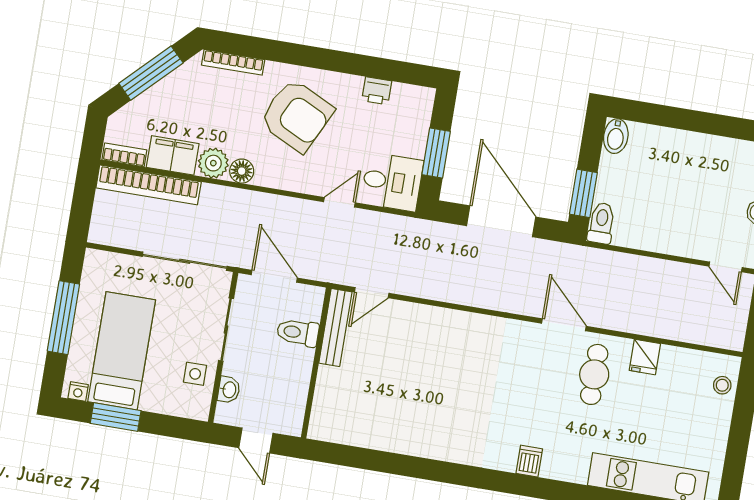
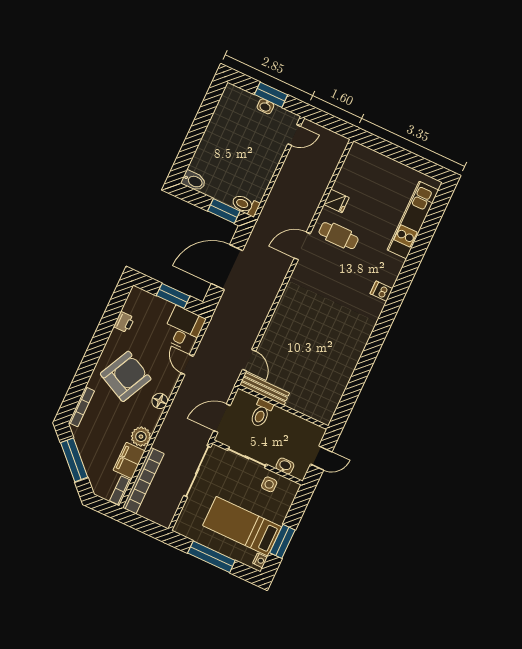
floor lamp: (242, 171) -> (160, 401), moved
stool: (722, 385) -> (367, 158), removed

